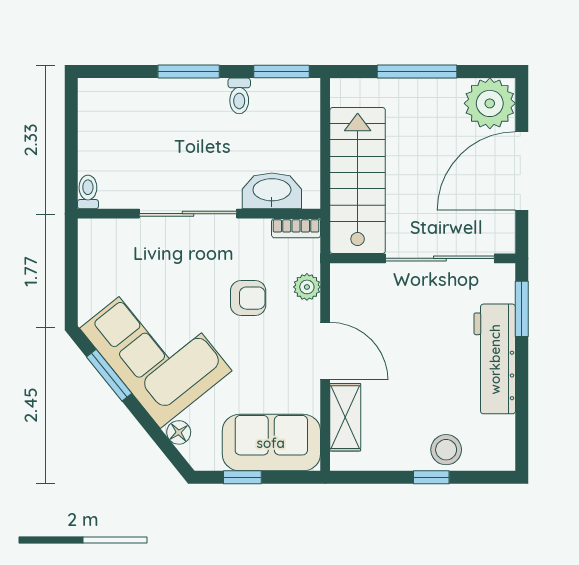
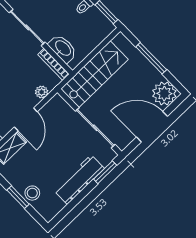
bookcase: (296, 228) -> (53, 64), width x1.56
armchair: (248, 298) -> (18, 76), removed
window: (431, 477) -> (18, 197), width x1.50

